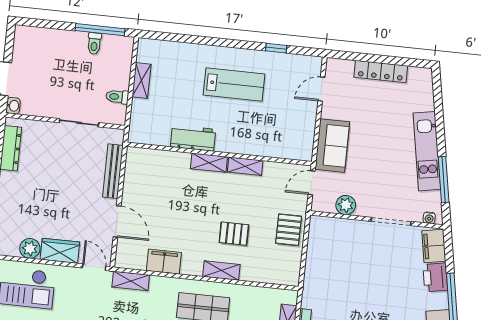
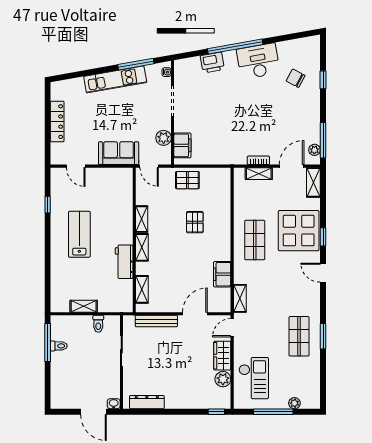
filing cabinet: (434, 246) -> (182, 145), moved, turned -80
shelving: (221, 271) -> (142, 289), moved

